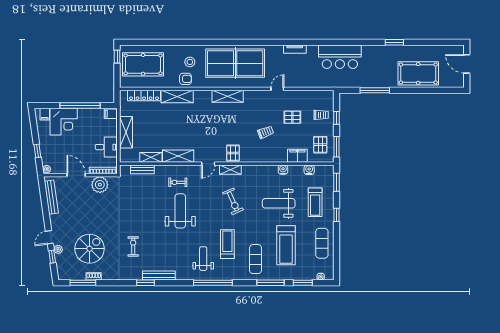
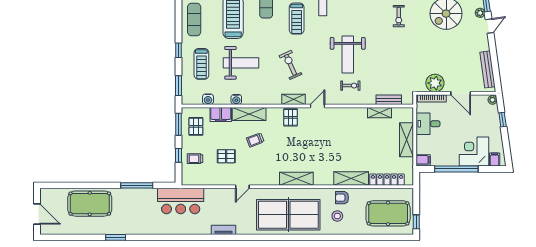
bar counter: (340, 57) -> (181, 201), moved, turned 180
shelving: (178, 156) -> (249, 114), moved
treadmill: (315, 202) -> (201, 64), turned 180

